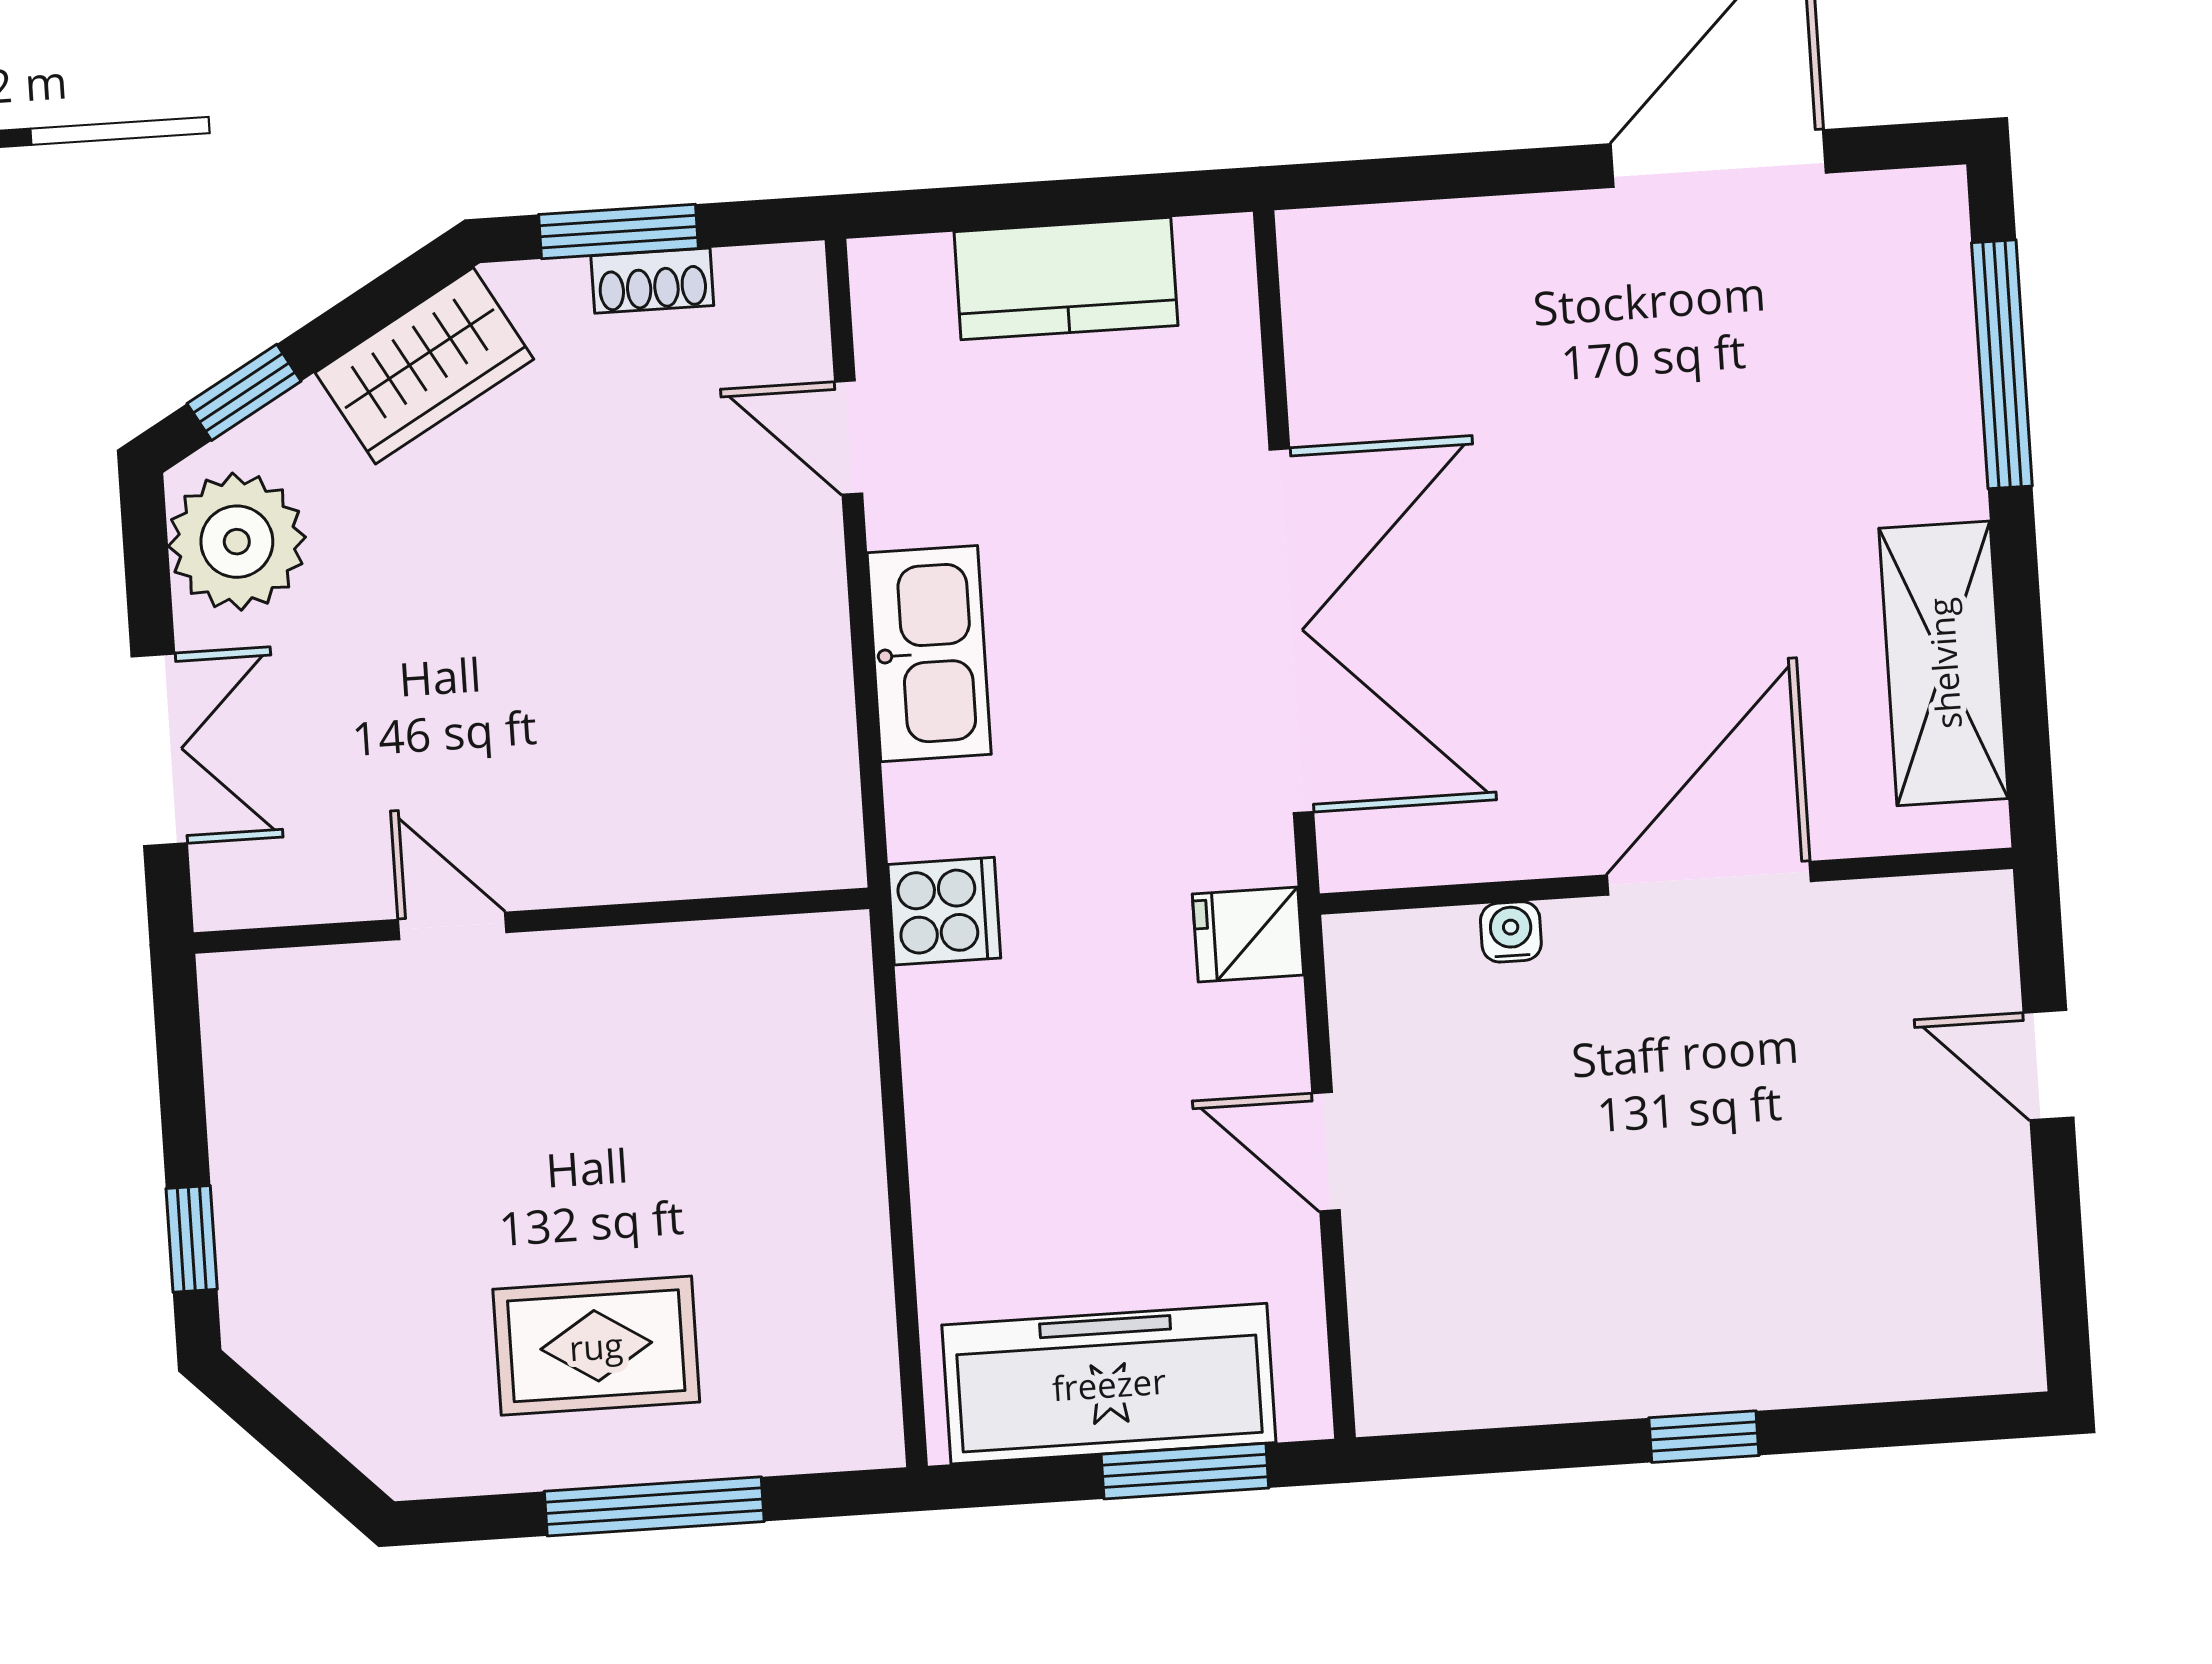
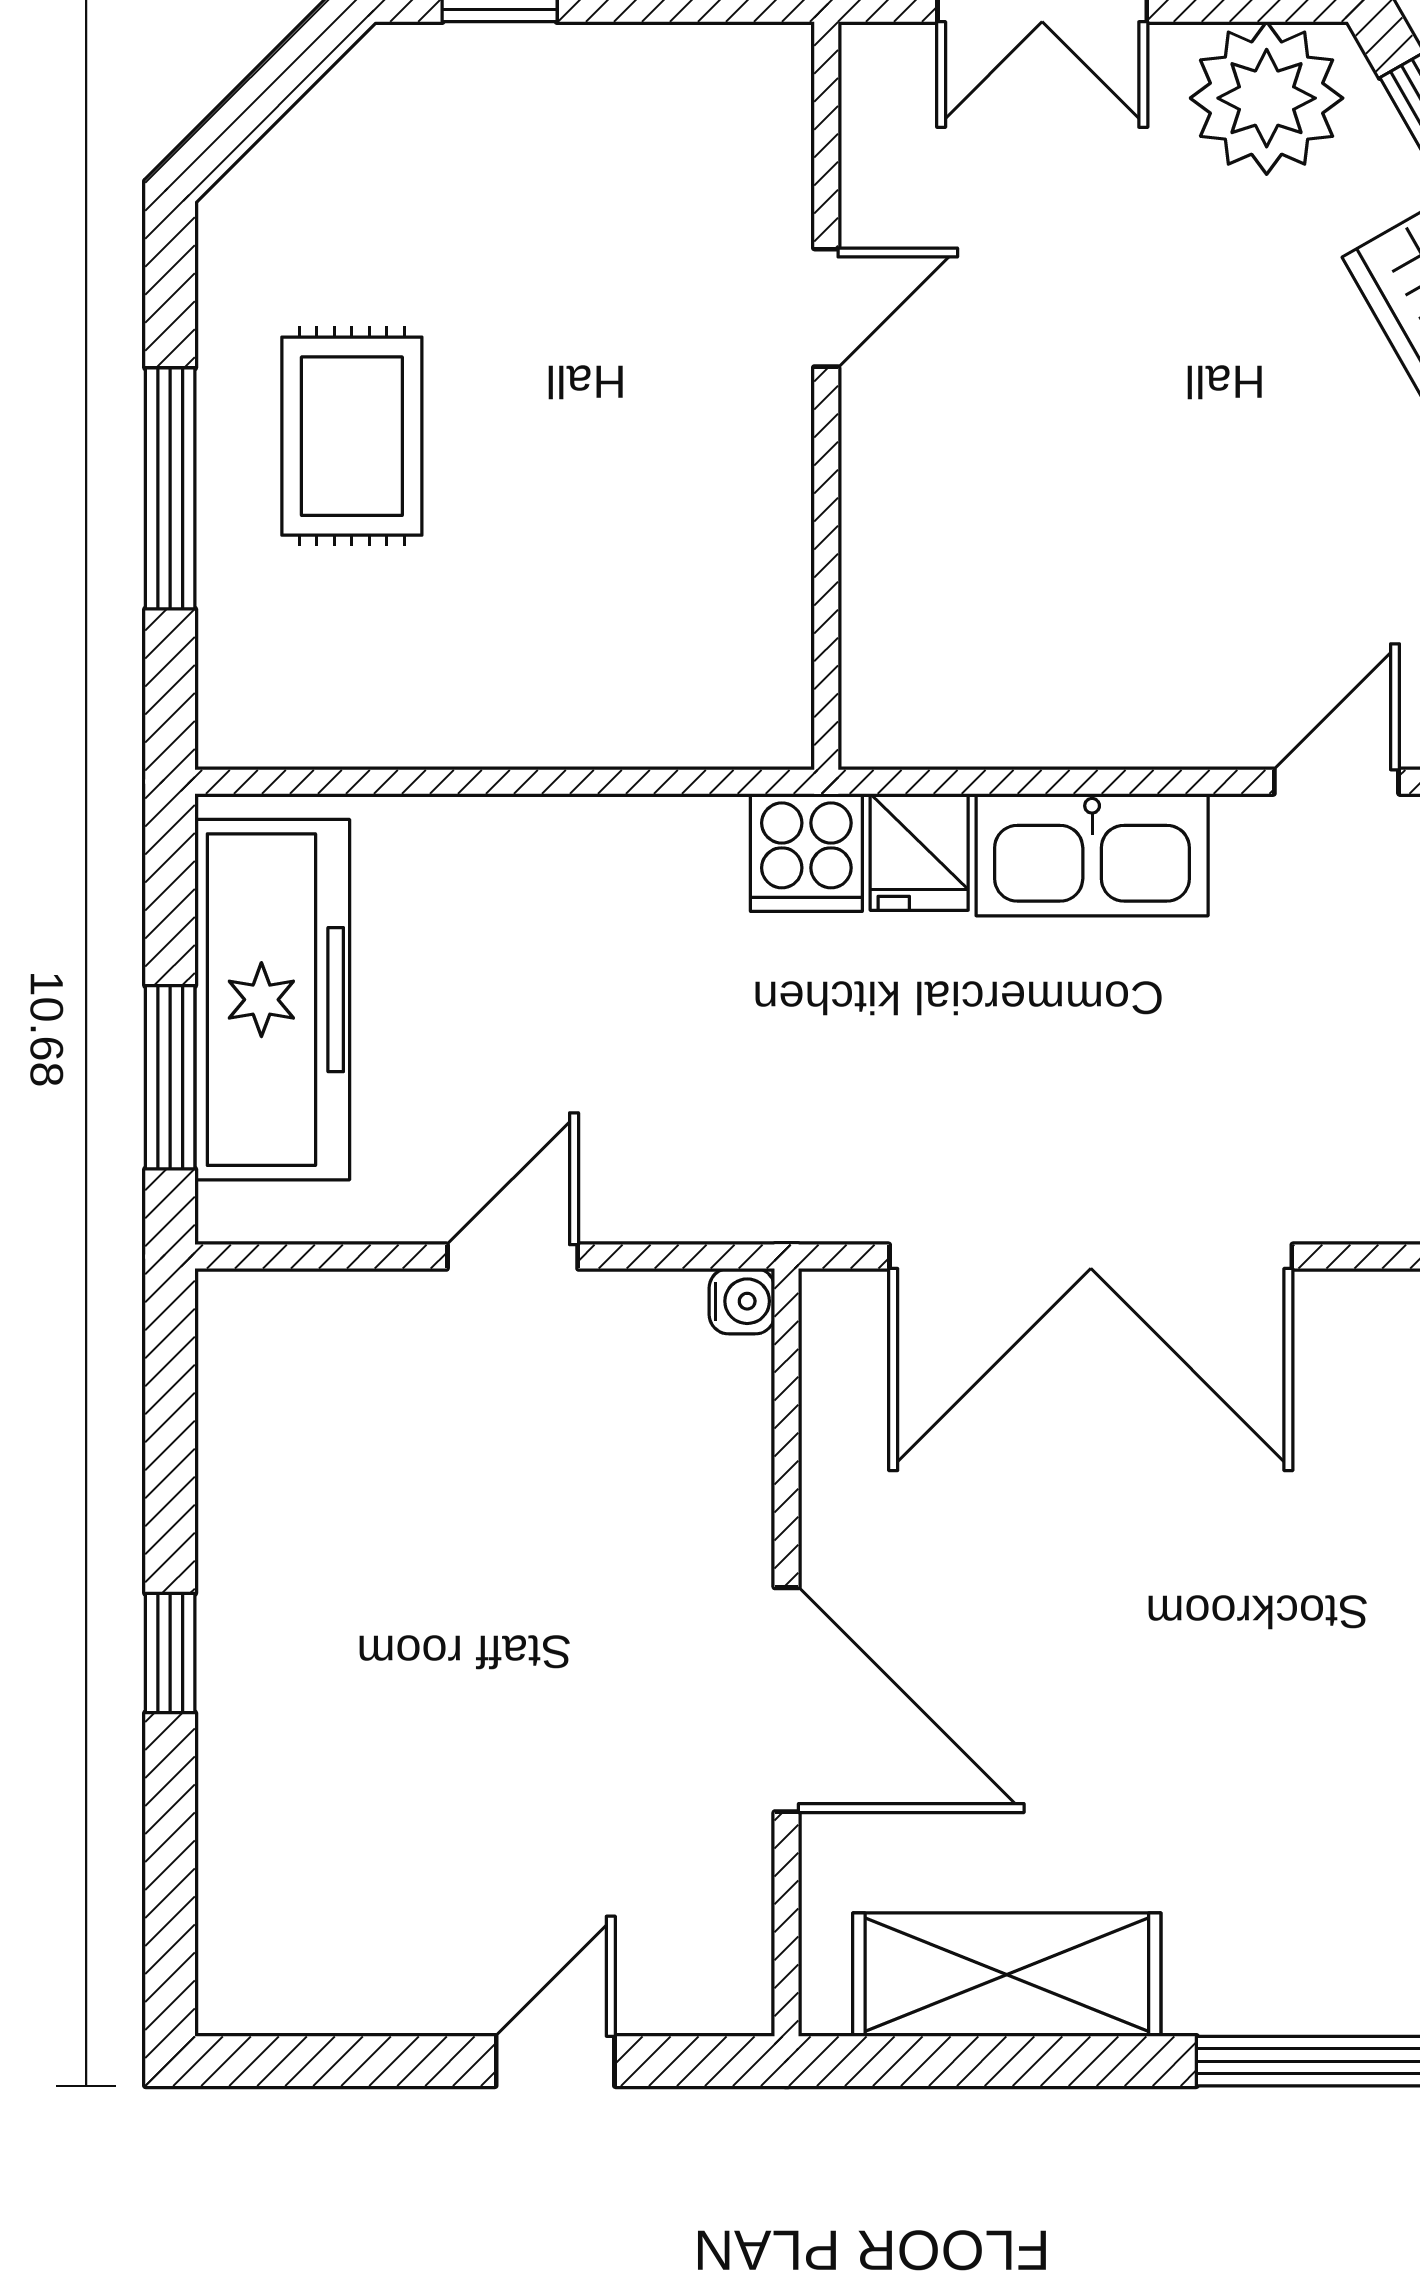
water cooler: (1511, 932) -> (742, 1301), moved
fridge: (1248, 934) -> (919, 852), moved, turned 180

